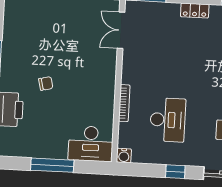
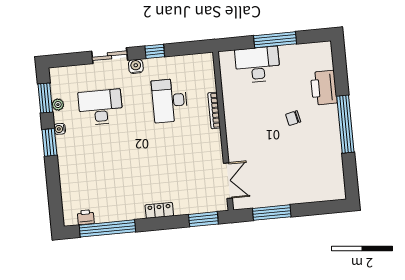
desk: (91, 144) -> (257, 65), moved
water cooler: (124, 156) -> (136, 66), moved

